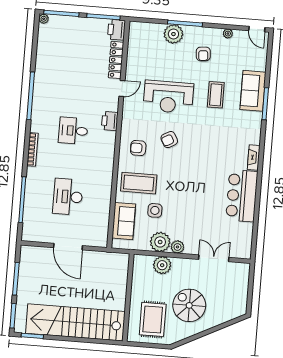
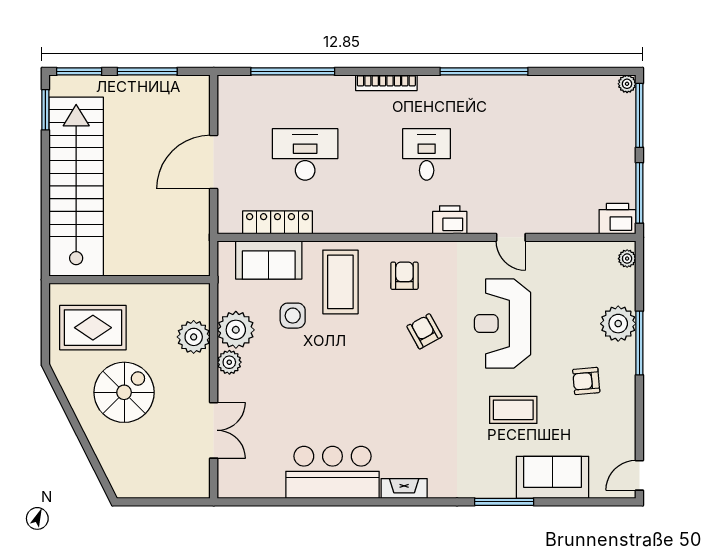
plant: (228, 34) -> (627, 259), moved
locker: (116, 60) -> (277, 222), moved
sofa: (253, 91) -> (552, 477), moved

